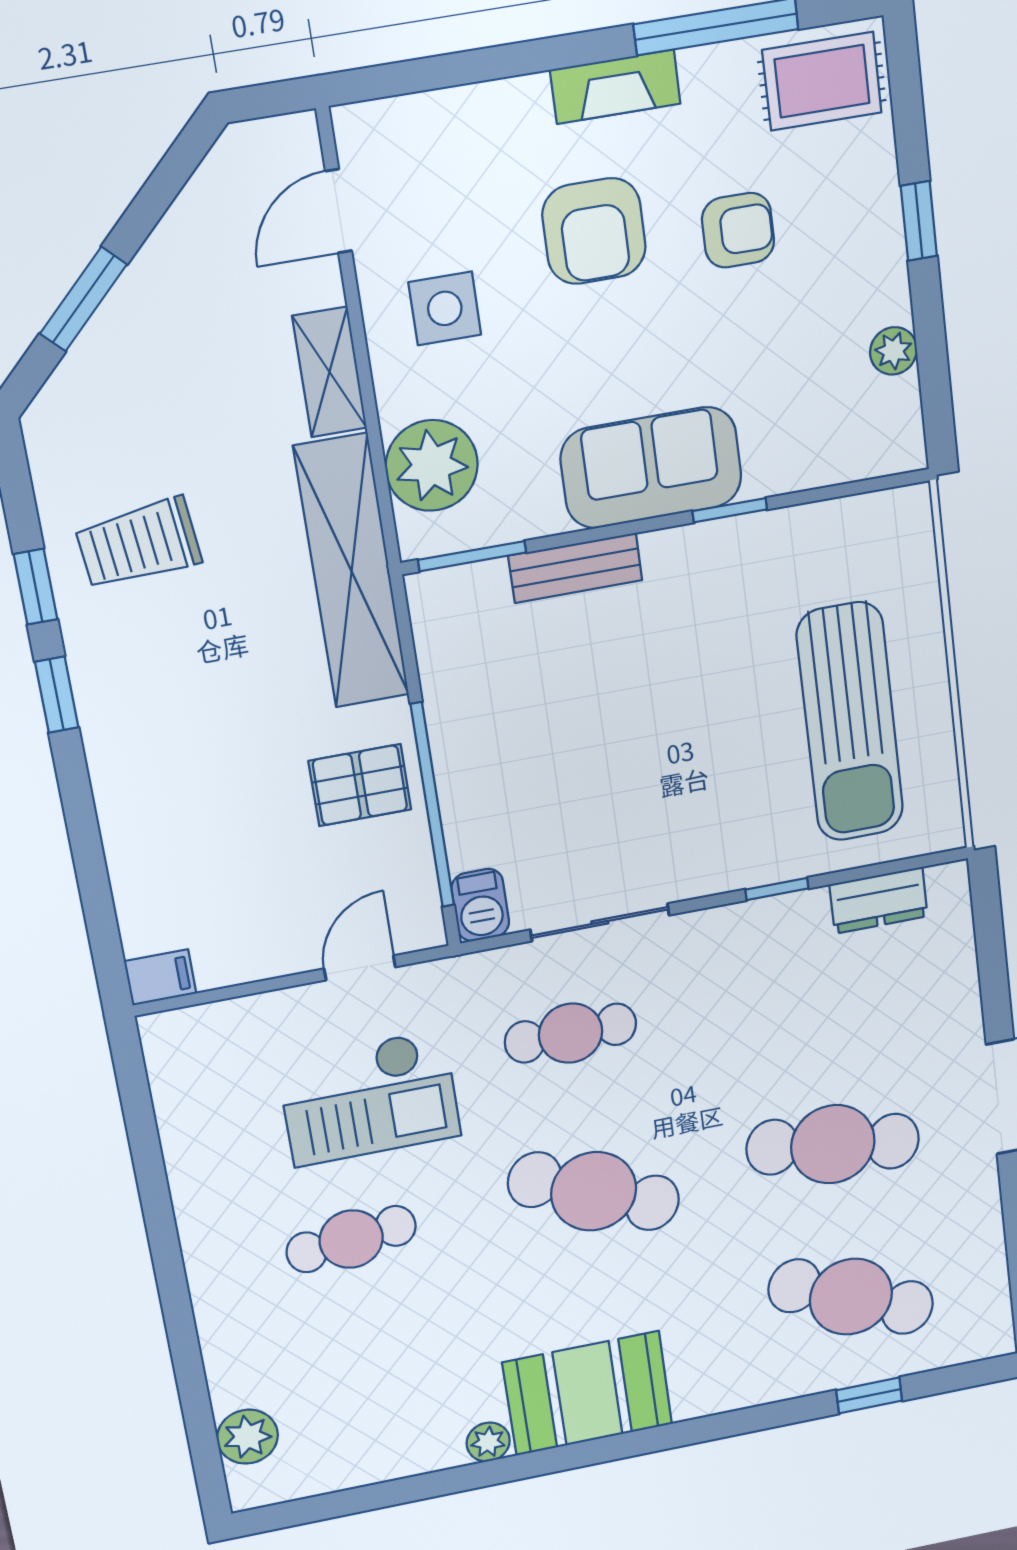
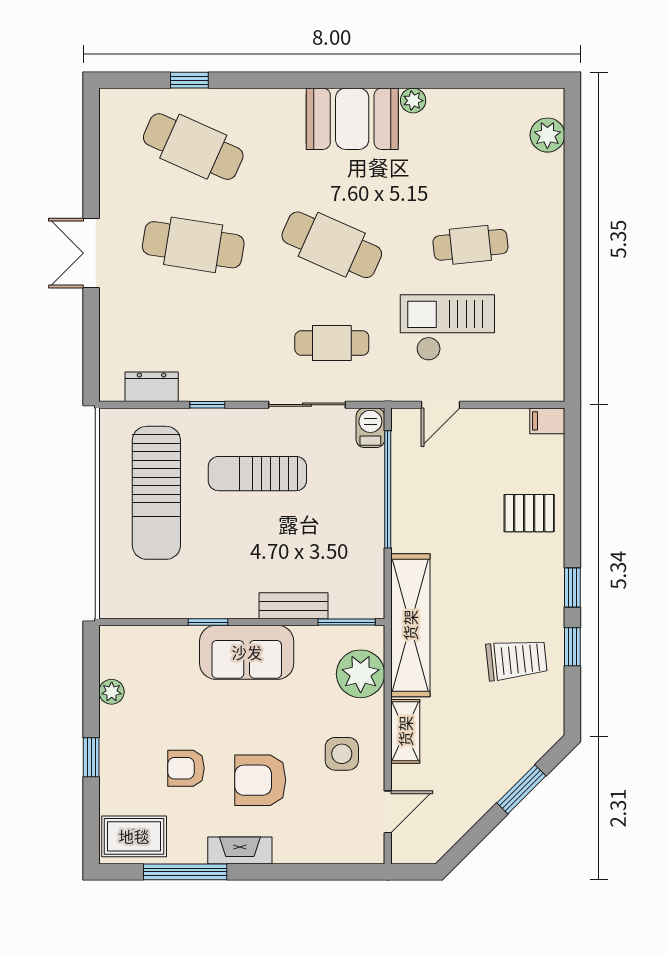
armchair: (594, 231) -> (260, 780), turned -90
sun lounger: (850, 722) -> (156, 493), turned 180
pallet: (360, 785) -> (529, 513), moved
sun lounger: (673, 789) -> (257, 474), added

